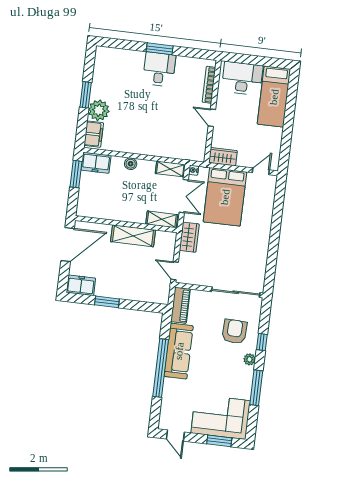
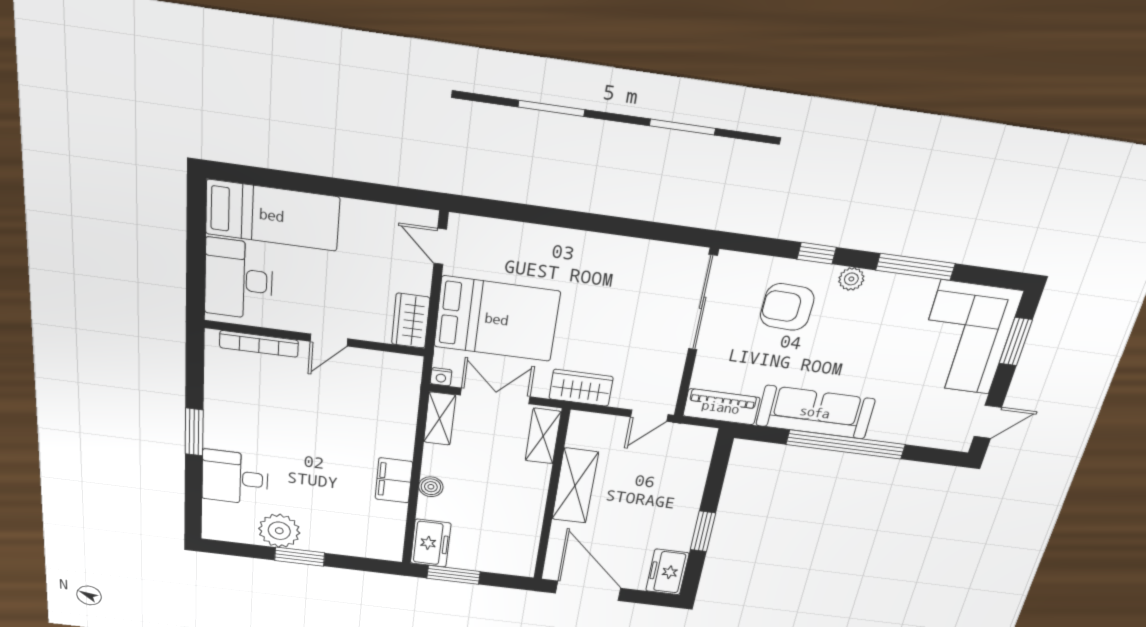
desk: (159, 69) -> (235, 478), moved
plant: (99, 110) -> (279, 531), moved
filing cabinet: (94, 134) -> (394, 480), moved, turned -90

